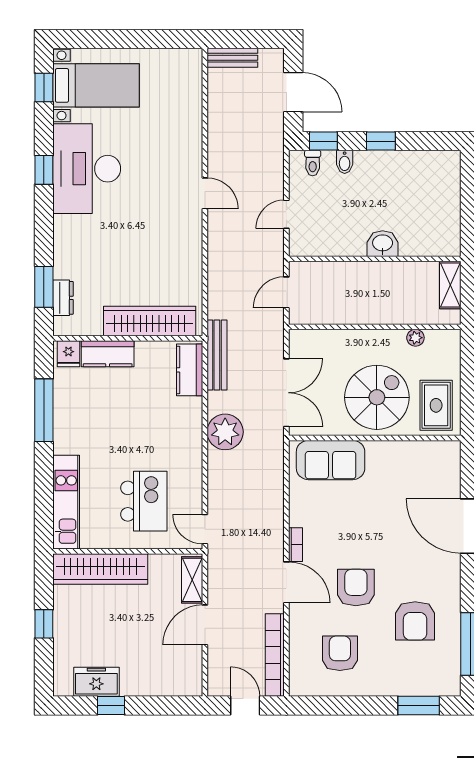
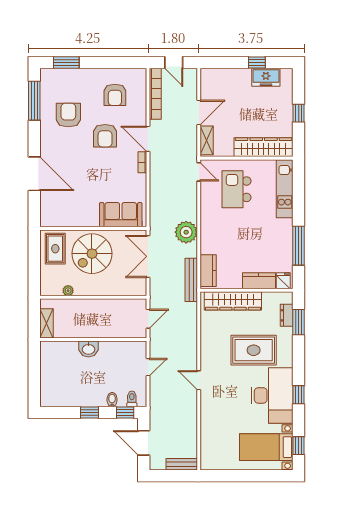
rug: (116, 242) -> (254, 350), added

